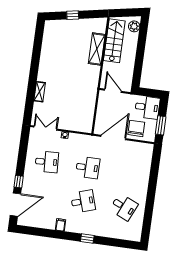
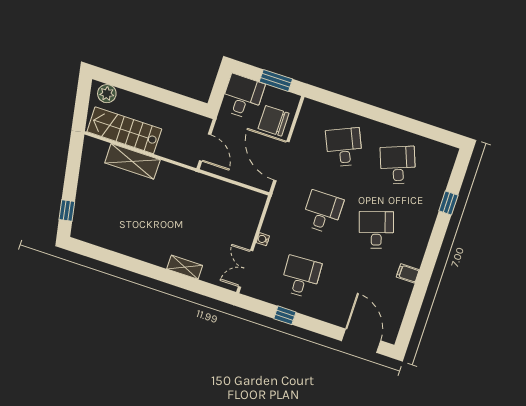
window: (73, 15) -> (67, 211), moved
door: (113, 91) -> (205, 148), swing flipped
desk: (128, 173) -> (344, 147), added
window: (19, 182) -> (285, 315), moved
desk: (124, 207) -> (398, 165), turned -45
window: (87, 239) -> (448, 203), moved

